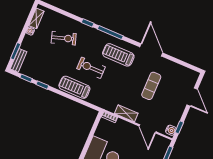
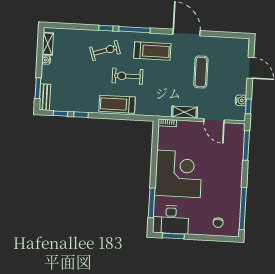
exercise bike: (64, 38) -> (105, 50), moved
treadmill: (118, 55) -> (152, 51), turned 180
water cooler: (171, 130) -> (241, 100), moved

